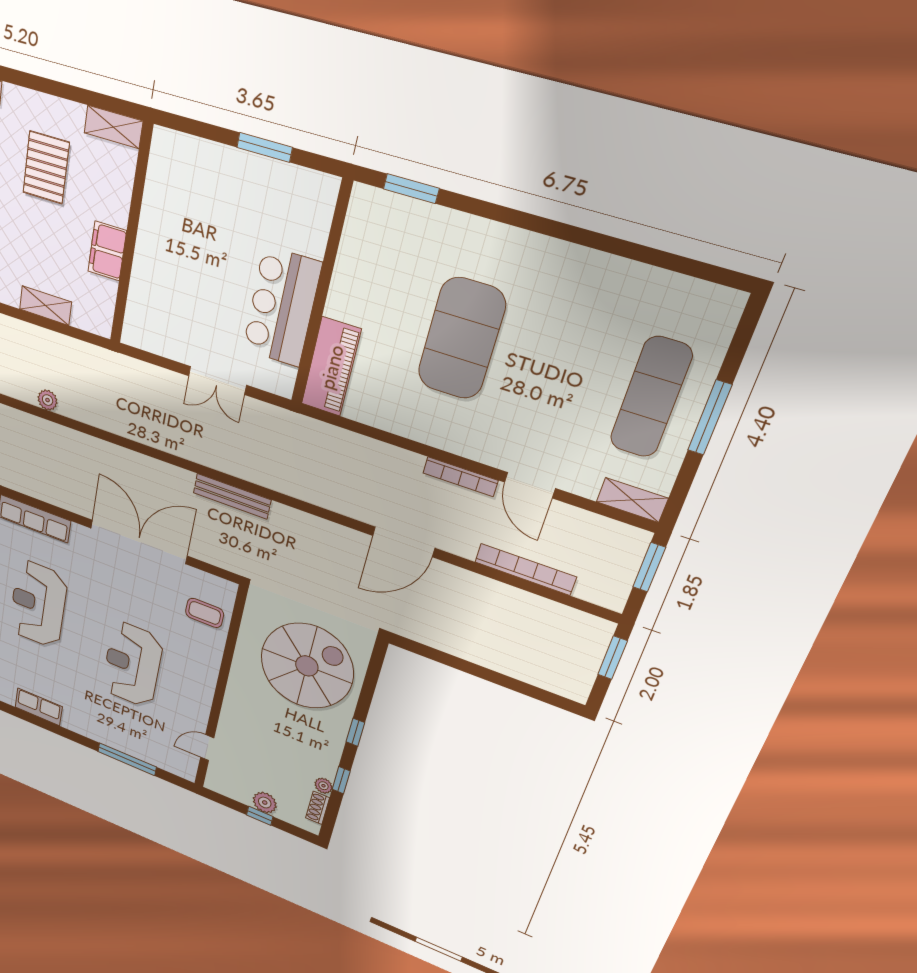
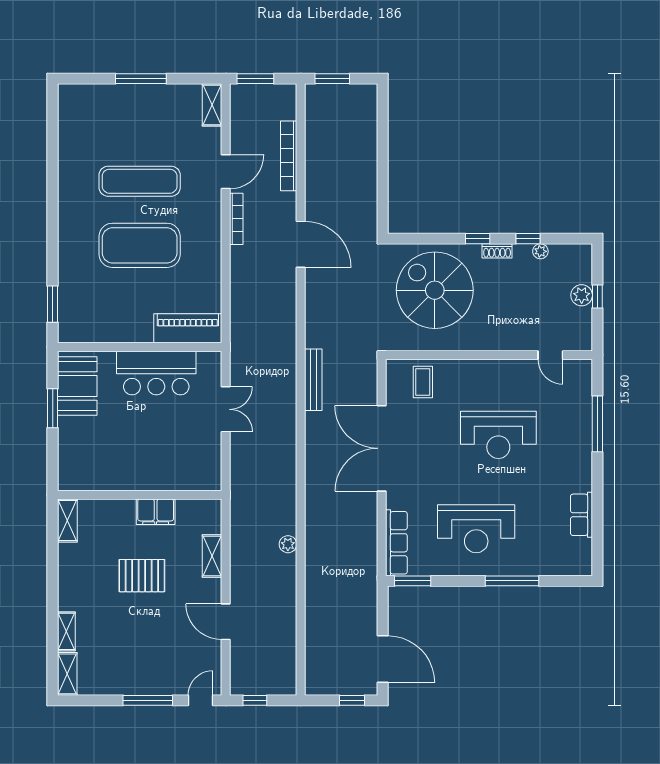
pallet: (46, 168) -> (142, 576), moved
booth: (288, 192) -> (77, 386), added
exercise mat: (651, 397) -> (140, 181), moved
shoe rack: (318, 808) -> (497, 251), moved

